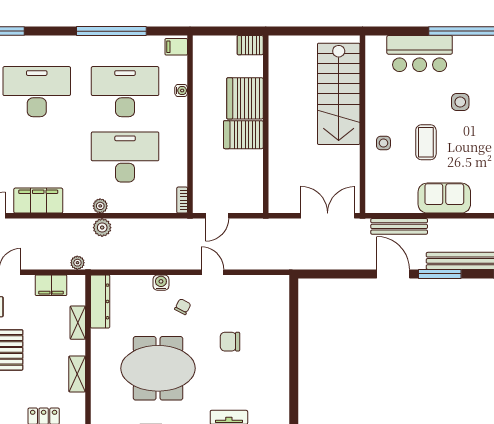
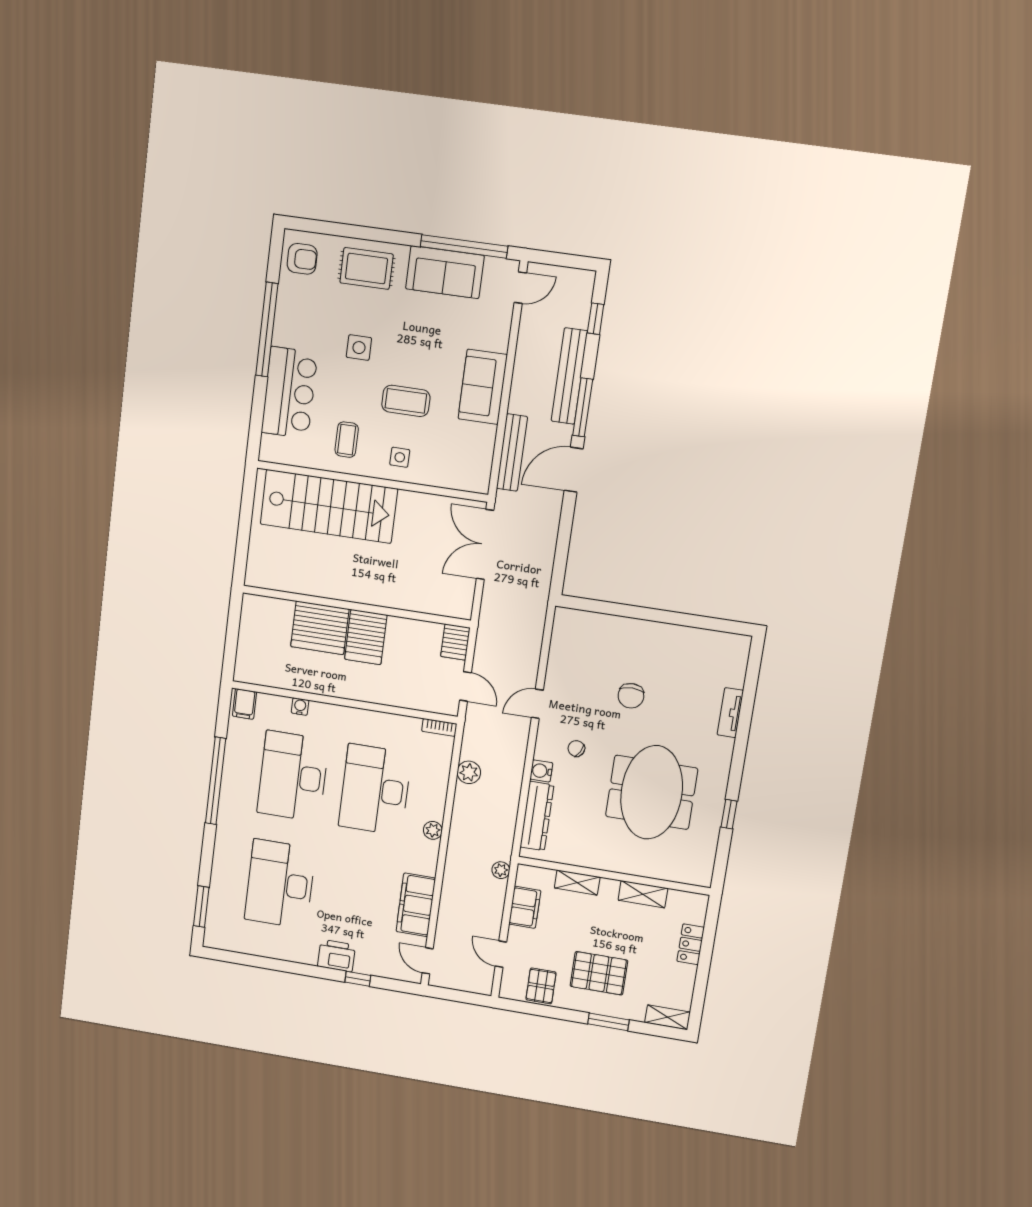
server rack: (250, 45) -> (455, 642), moved
coffee table: (391, 101) -> (347, 440), added
plant: (102, 228) -> (469, 772), moved
dresser: (100, 301) -> (537, 816), moved, turned 90

